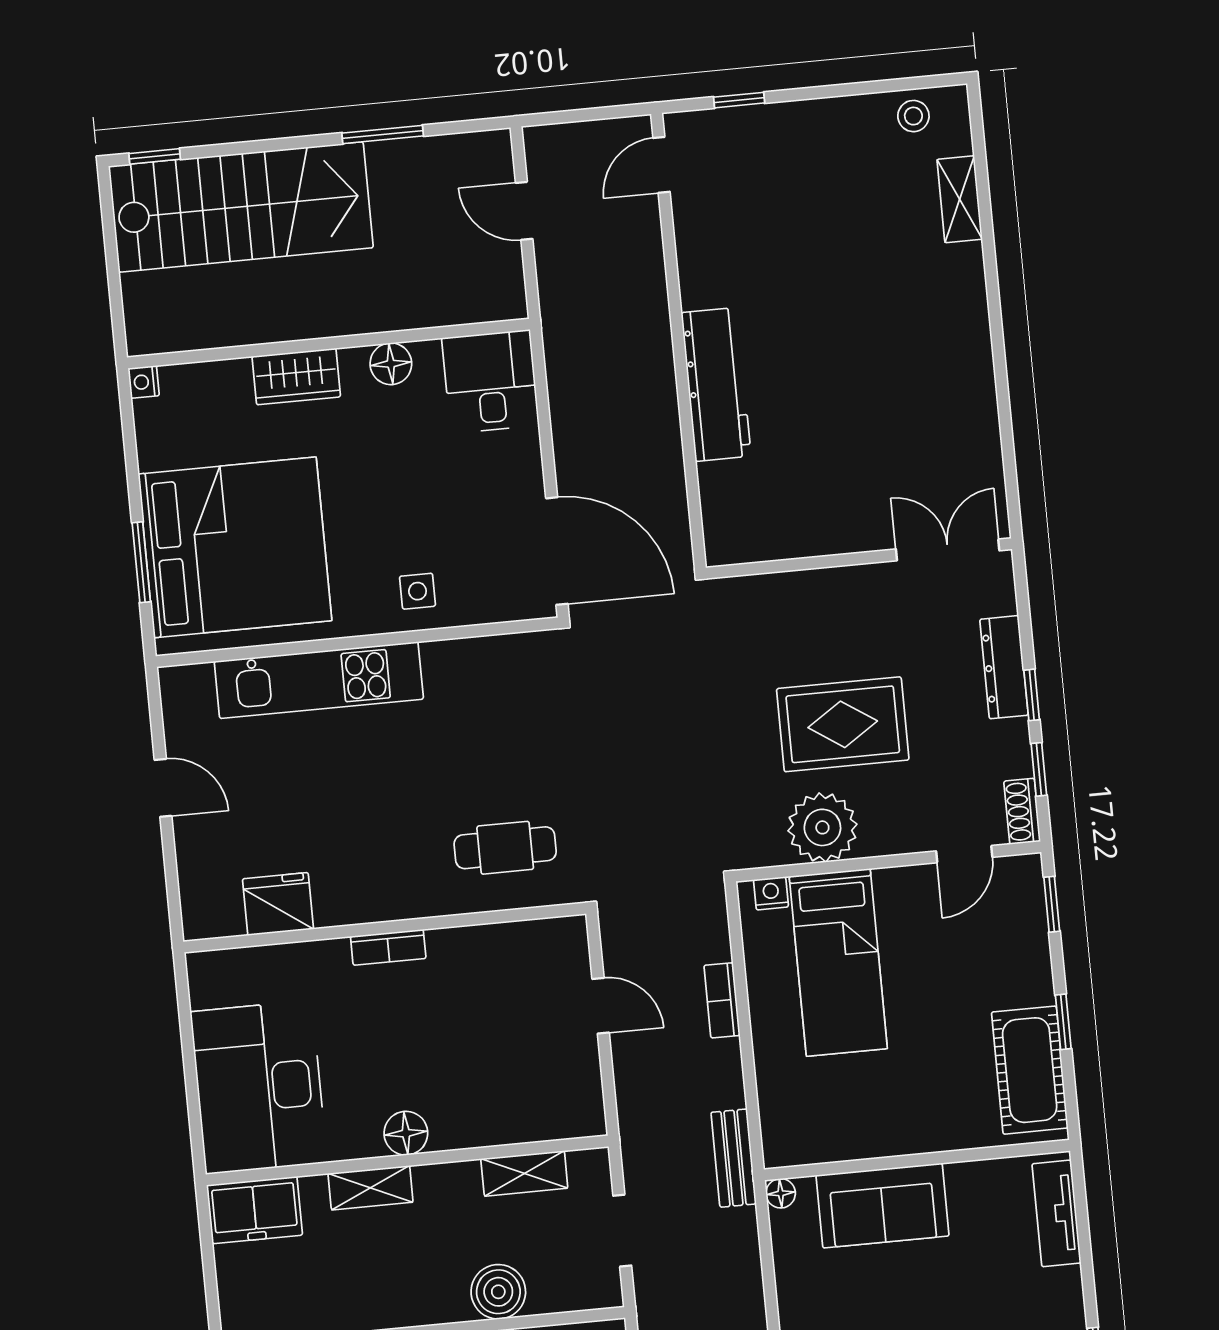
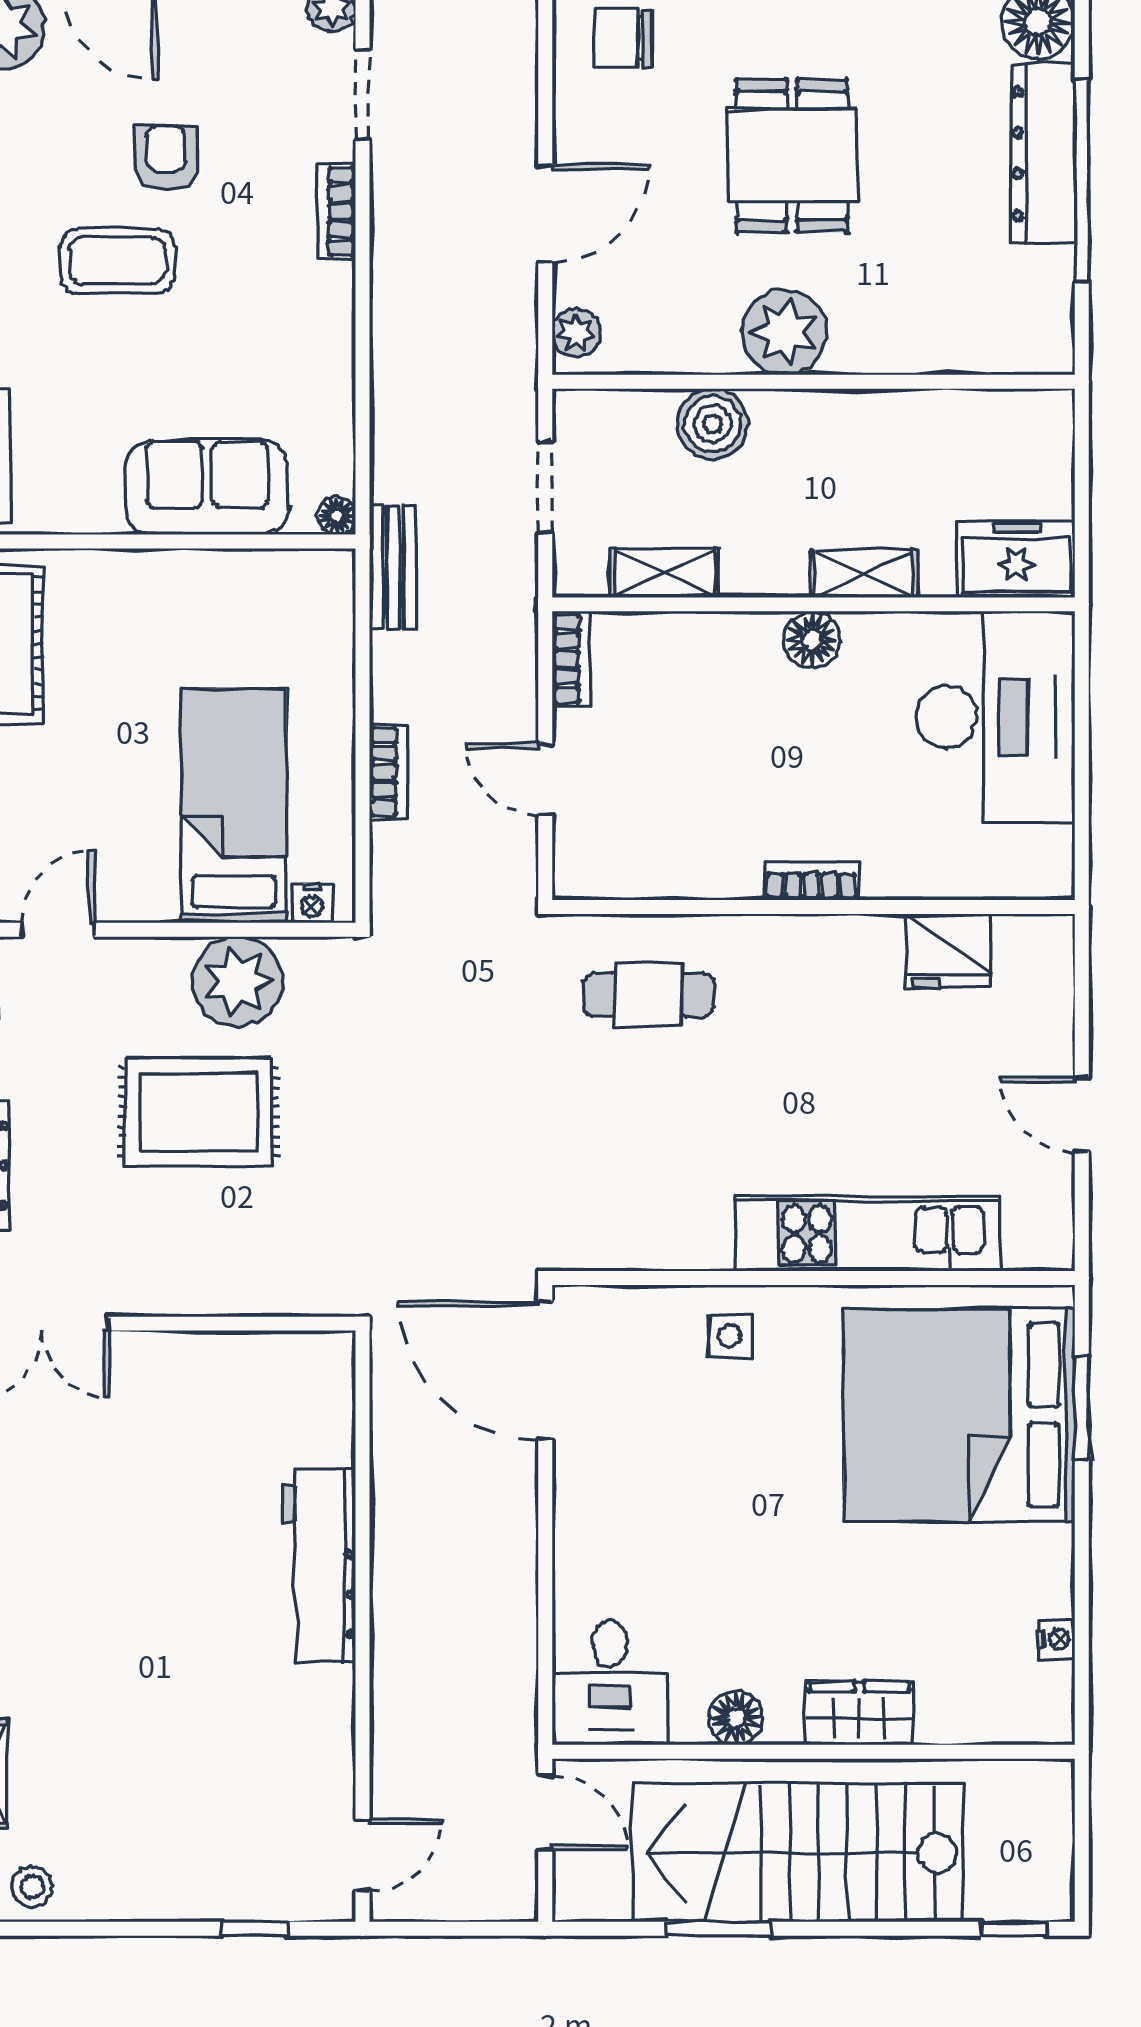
stairs: (241, 207) -> (798, 1853), moved
wall: (329, 344) -> (814, 1752), moved
floor lamp: (391, 364) -> (736, 1718), moved
wardrobe: (296, 377) -> (859, 1713), moved
desk: (490, 382) -> (610, 1683), moved
bookcase: (590, 1101) -> (571, 659), added

